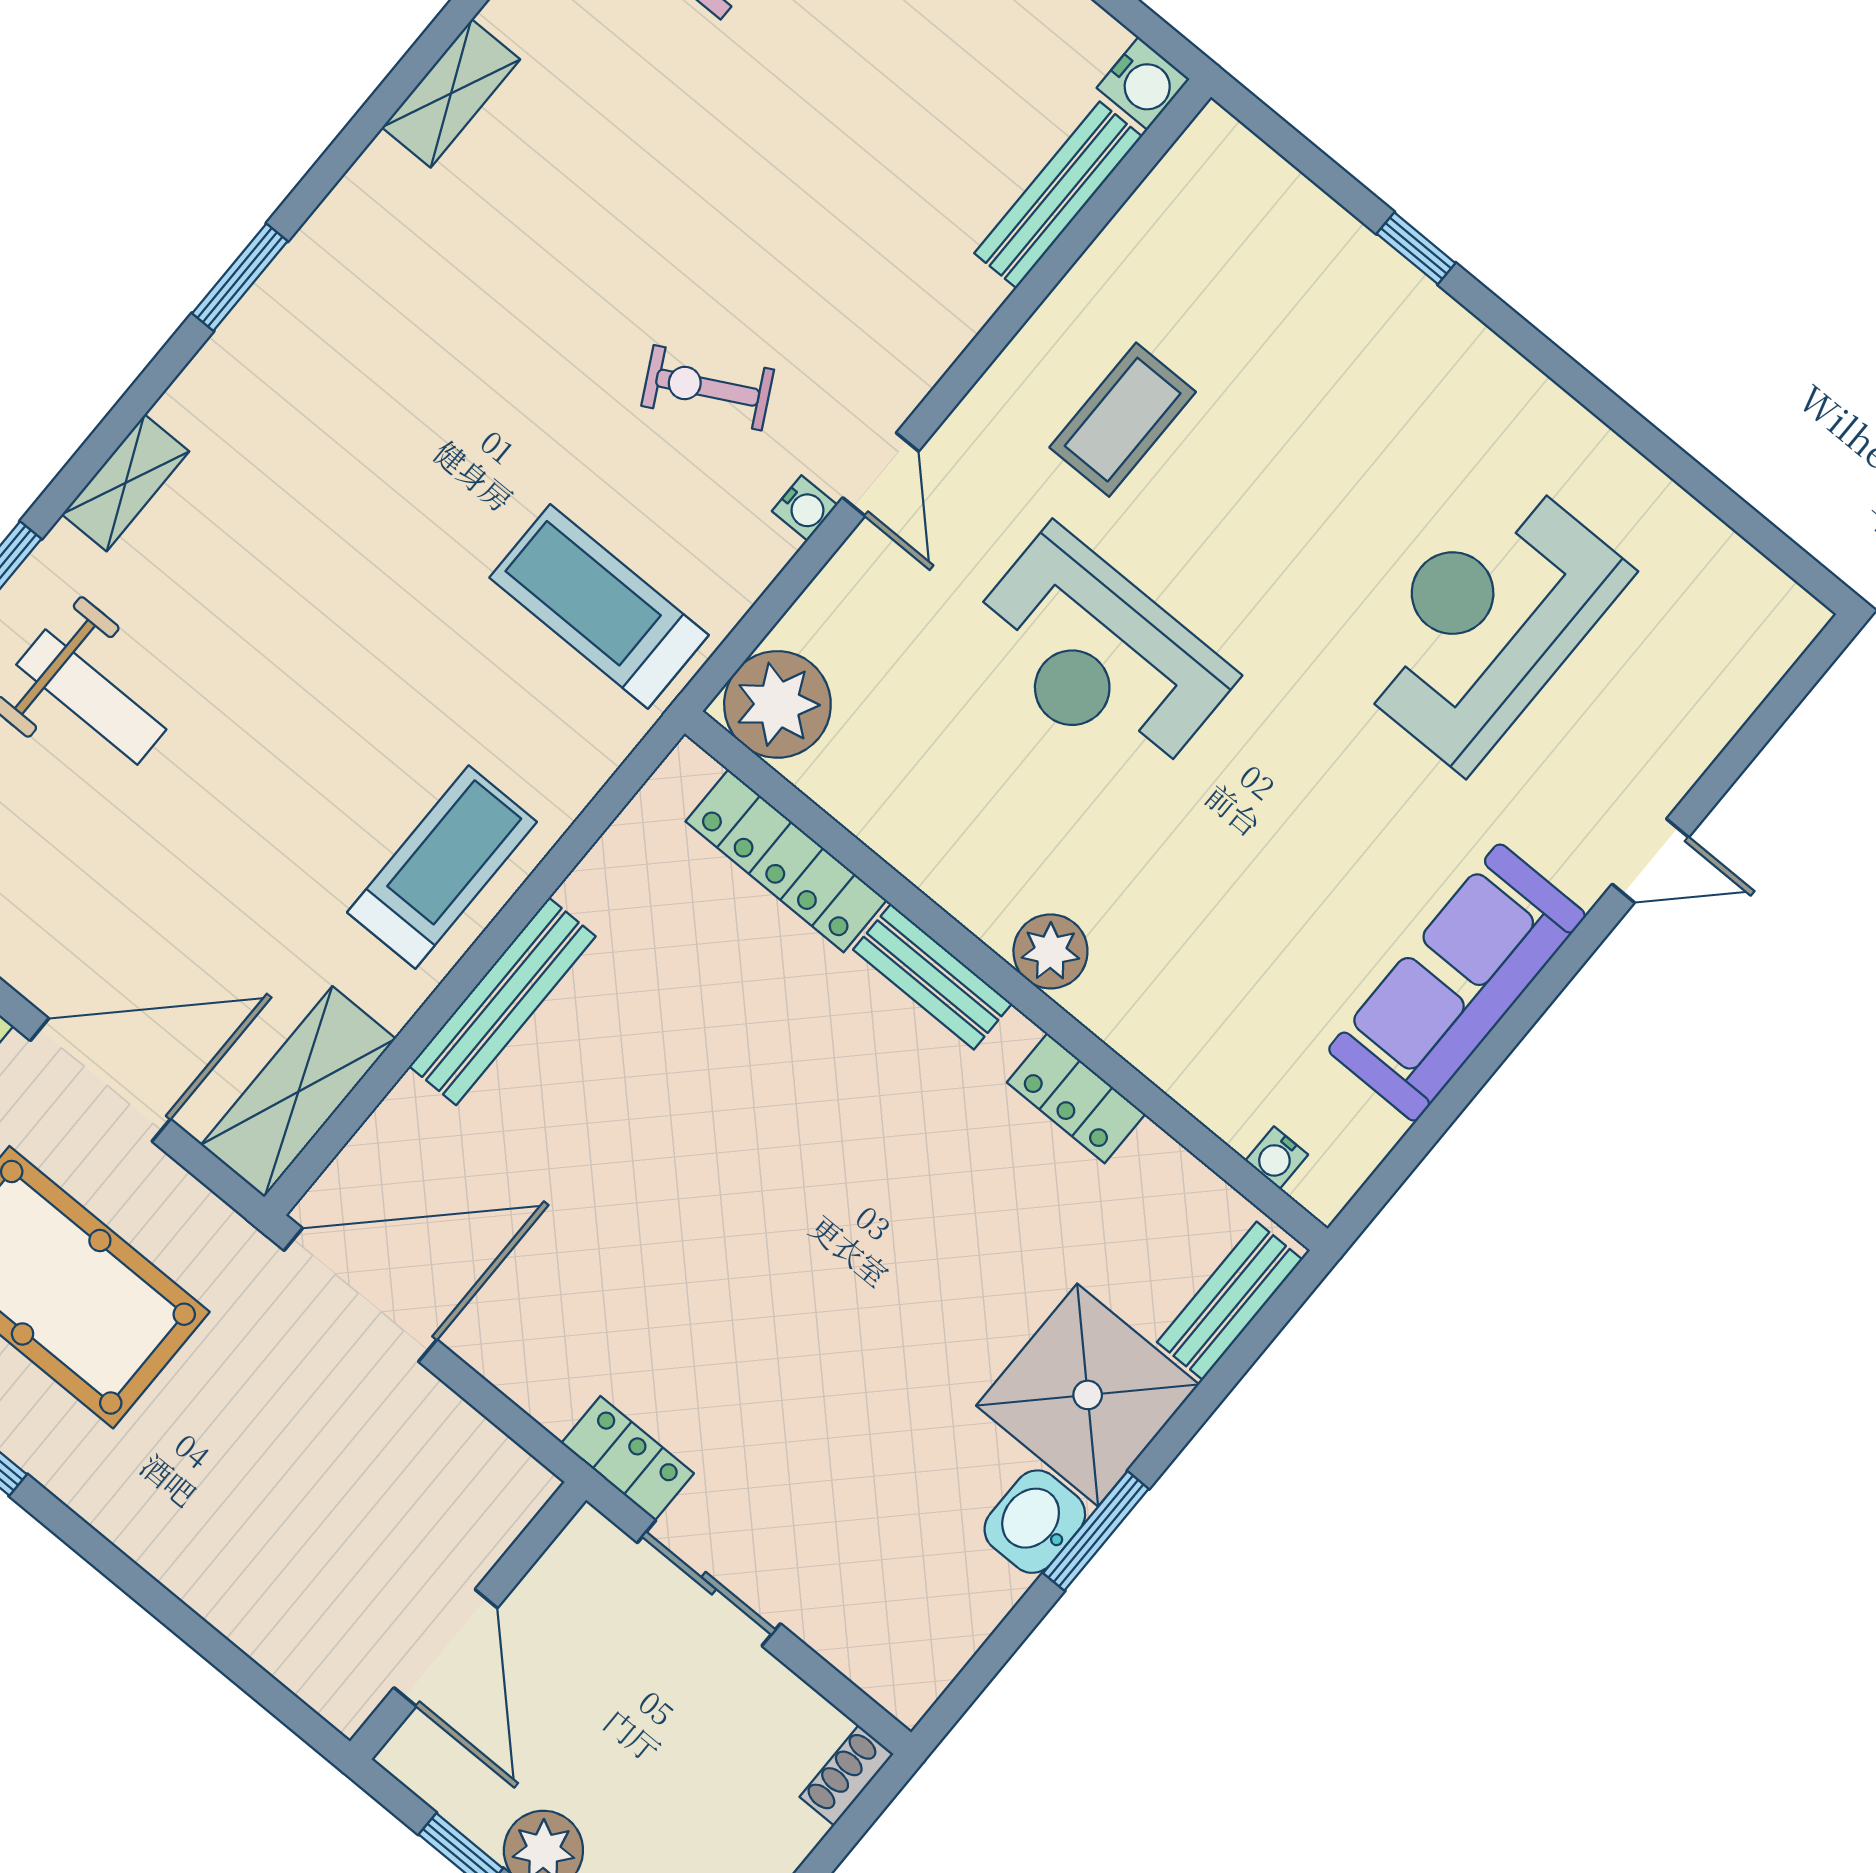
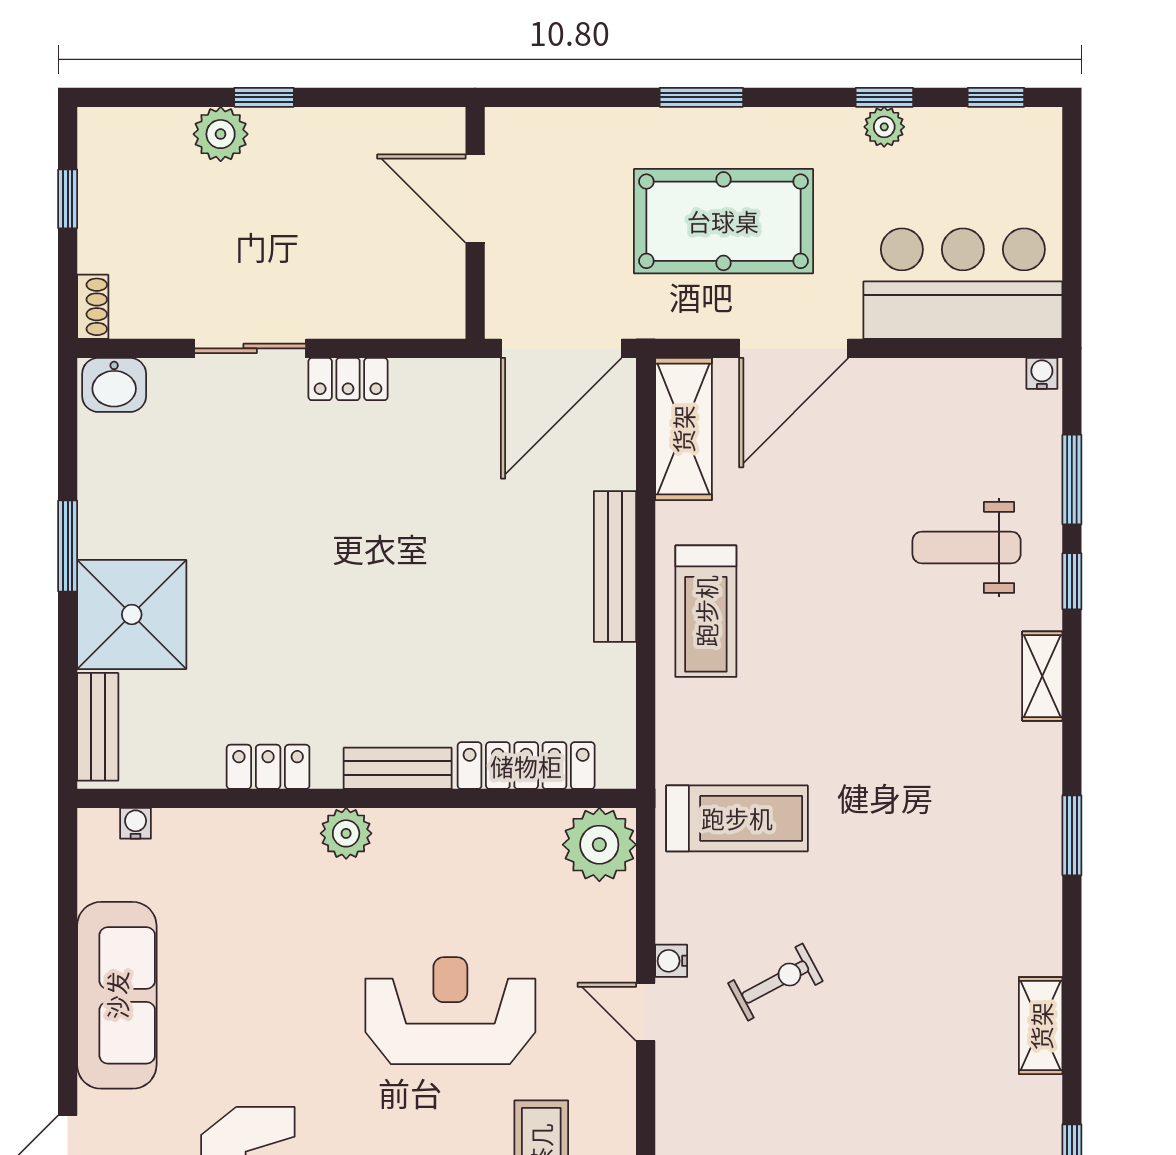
washbasin: (1035, 1522) -> (114, 385), moved, turned 90
wall: (468, 1621) -> (475, 223), moved
door: (446, 1648) -> (475, 199), moved

